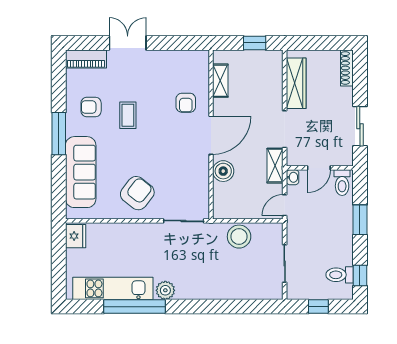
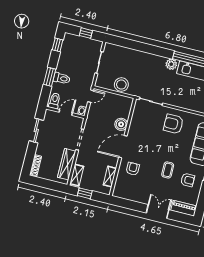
double door: (128, 43) -> (158, 211), swing flipped
shelving: (275, 166) -> (77, 175), moved
armchair: (137, 193) -> (173, 124), turned 52
toilet: (340, 275) -> (62, 78), moved

